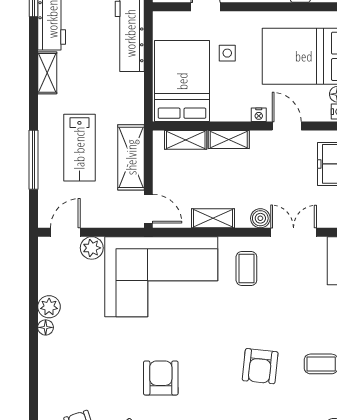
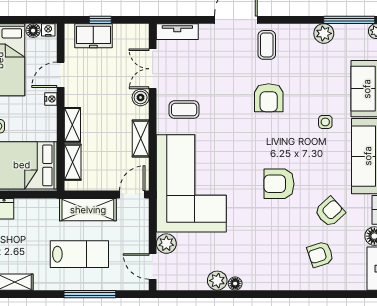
armchair: (260, 366) -> (269, 98), turned 84

